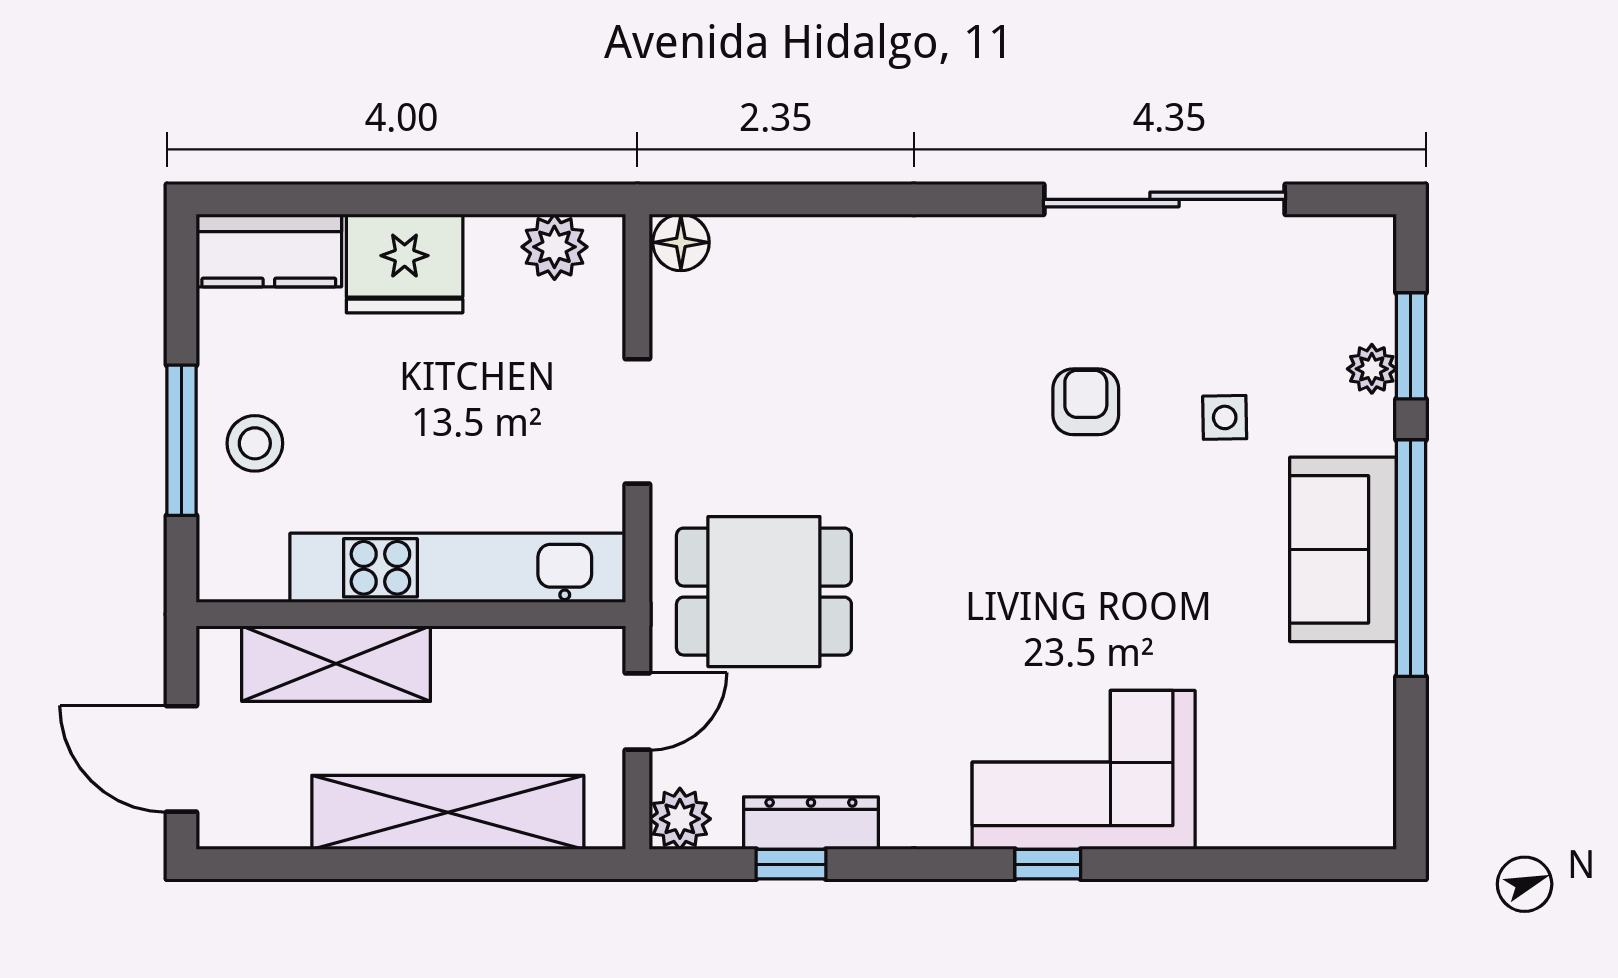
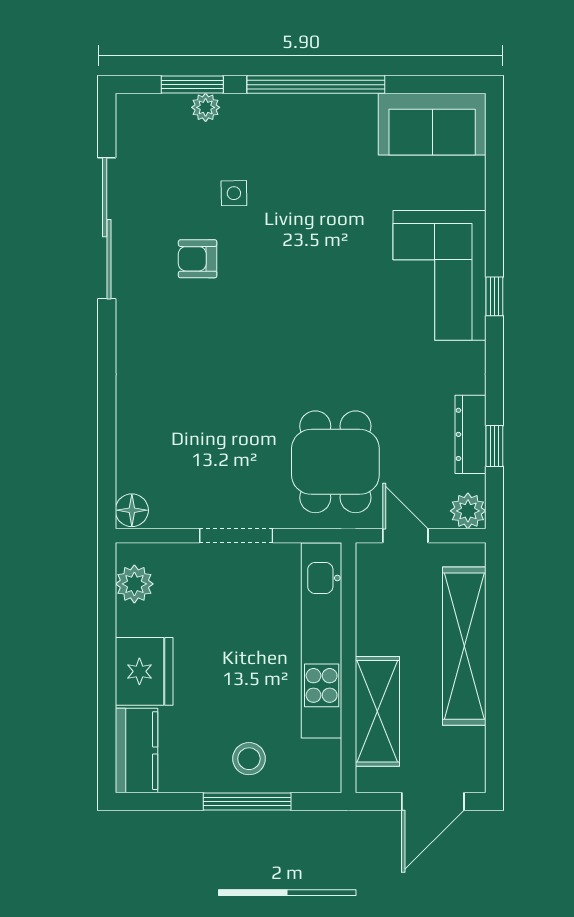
armchair: (1086, 402) -> (198, 259), moved
sofa: (1343, 549) -> (432, 124), moved

